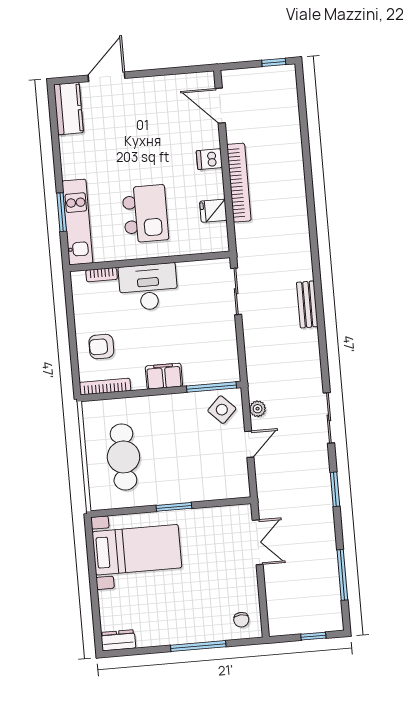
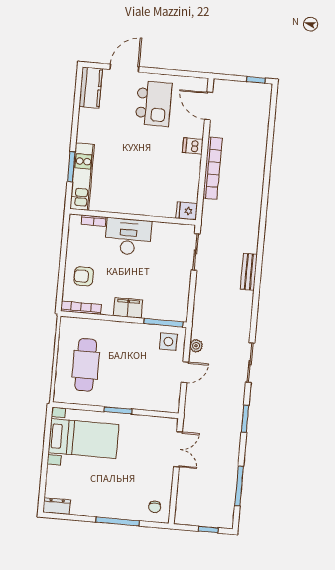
fridge: (213, 211) -> (187, 211), moved
kitchen island: (145, 214) -> (154, 104), moved
side table: (222, 410) -> (168, 342), turned 45

